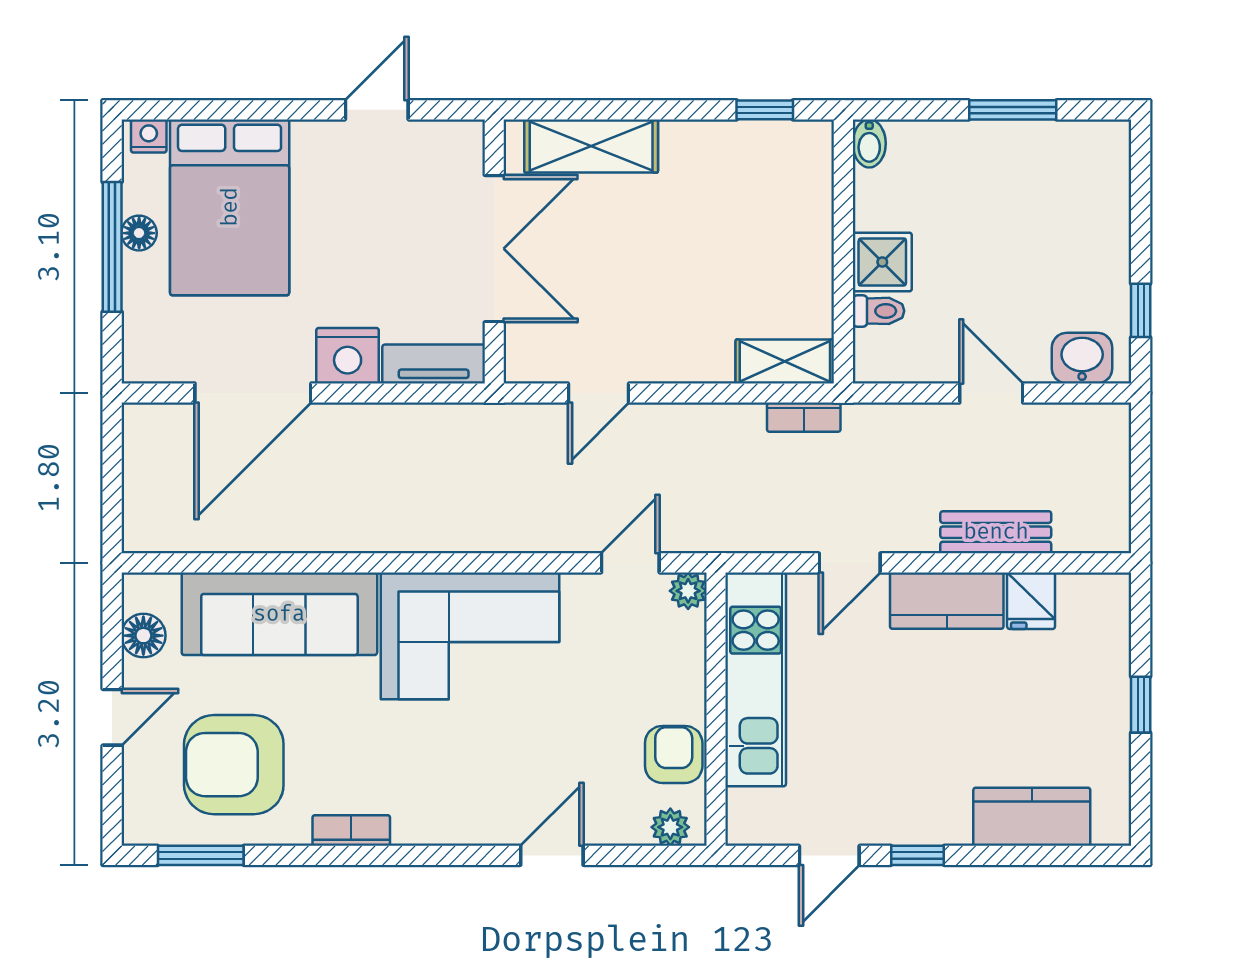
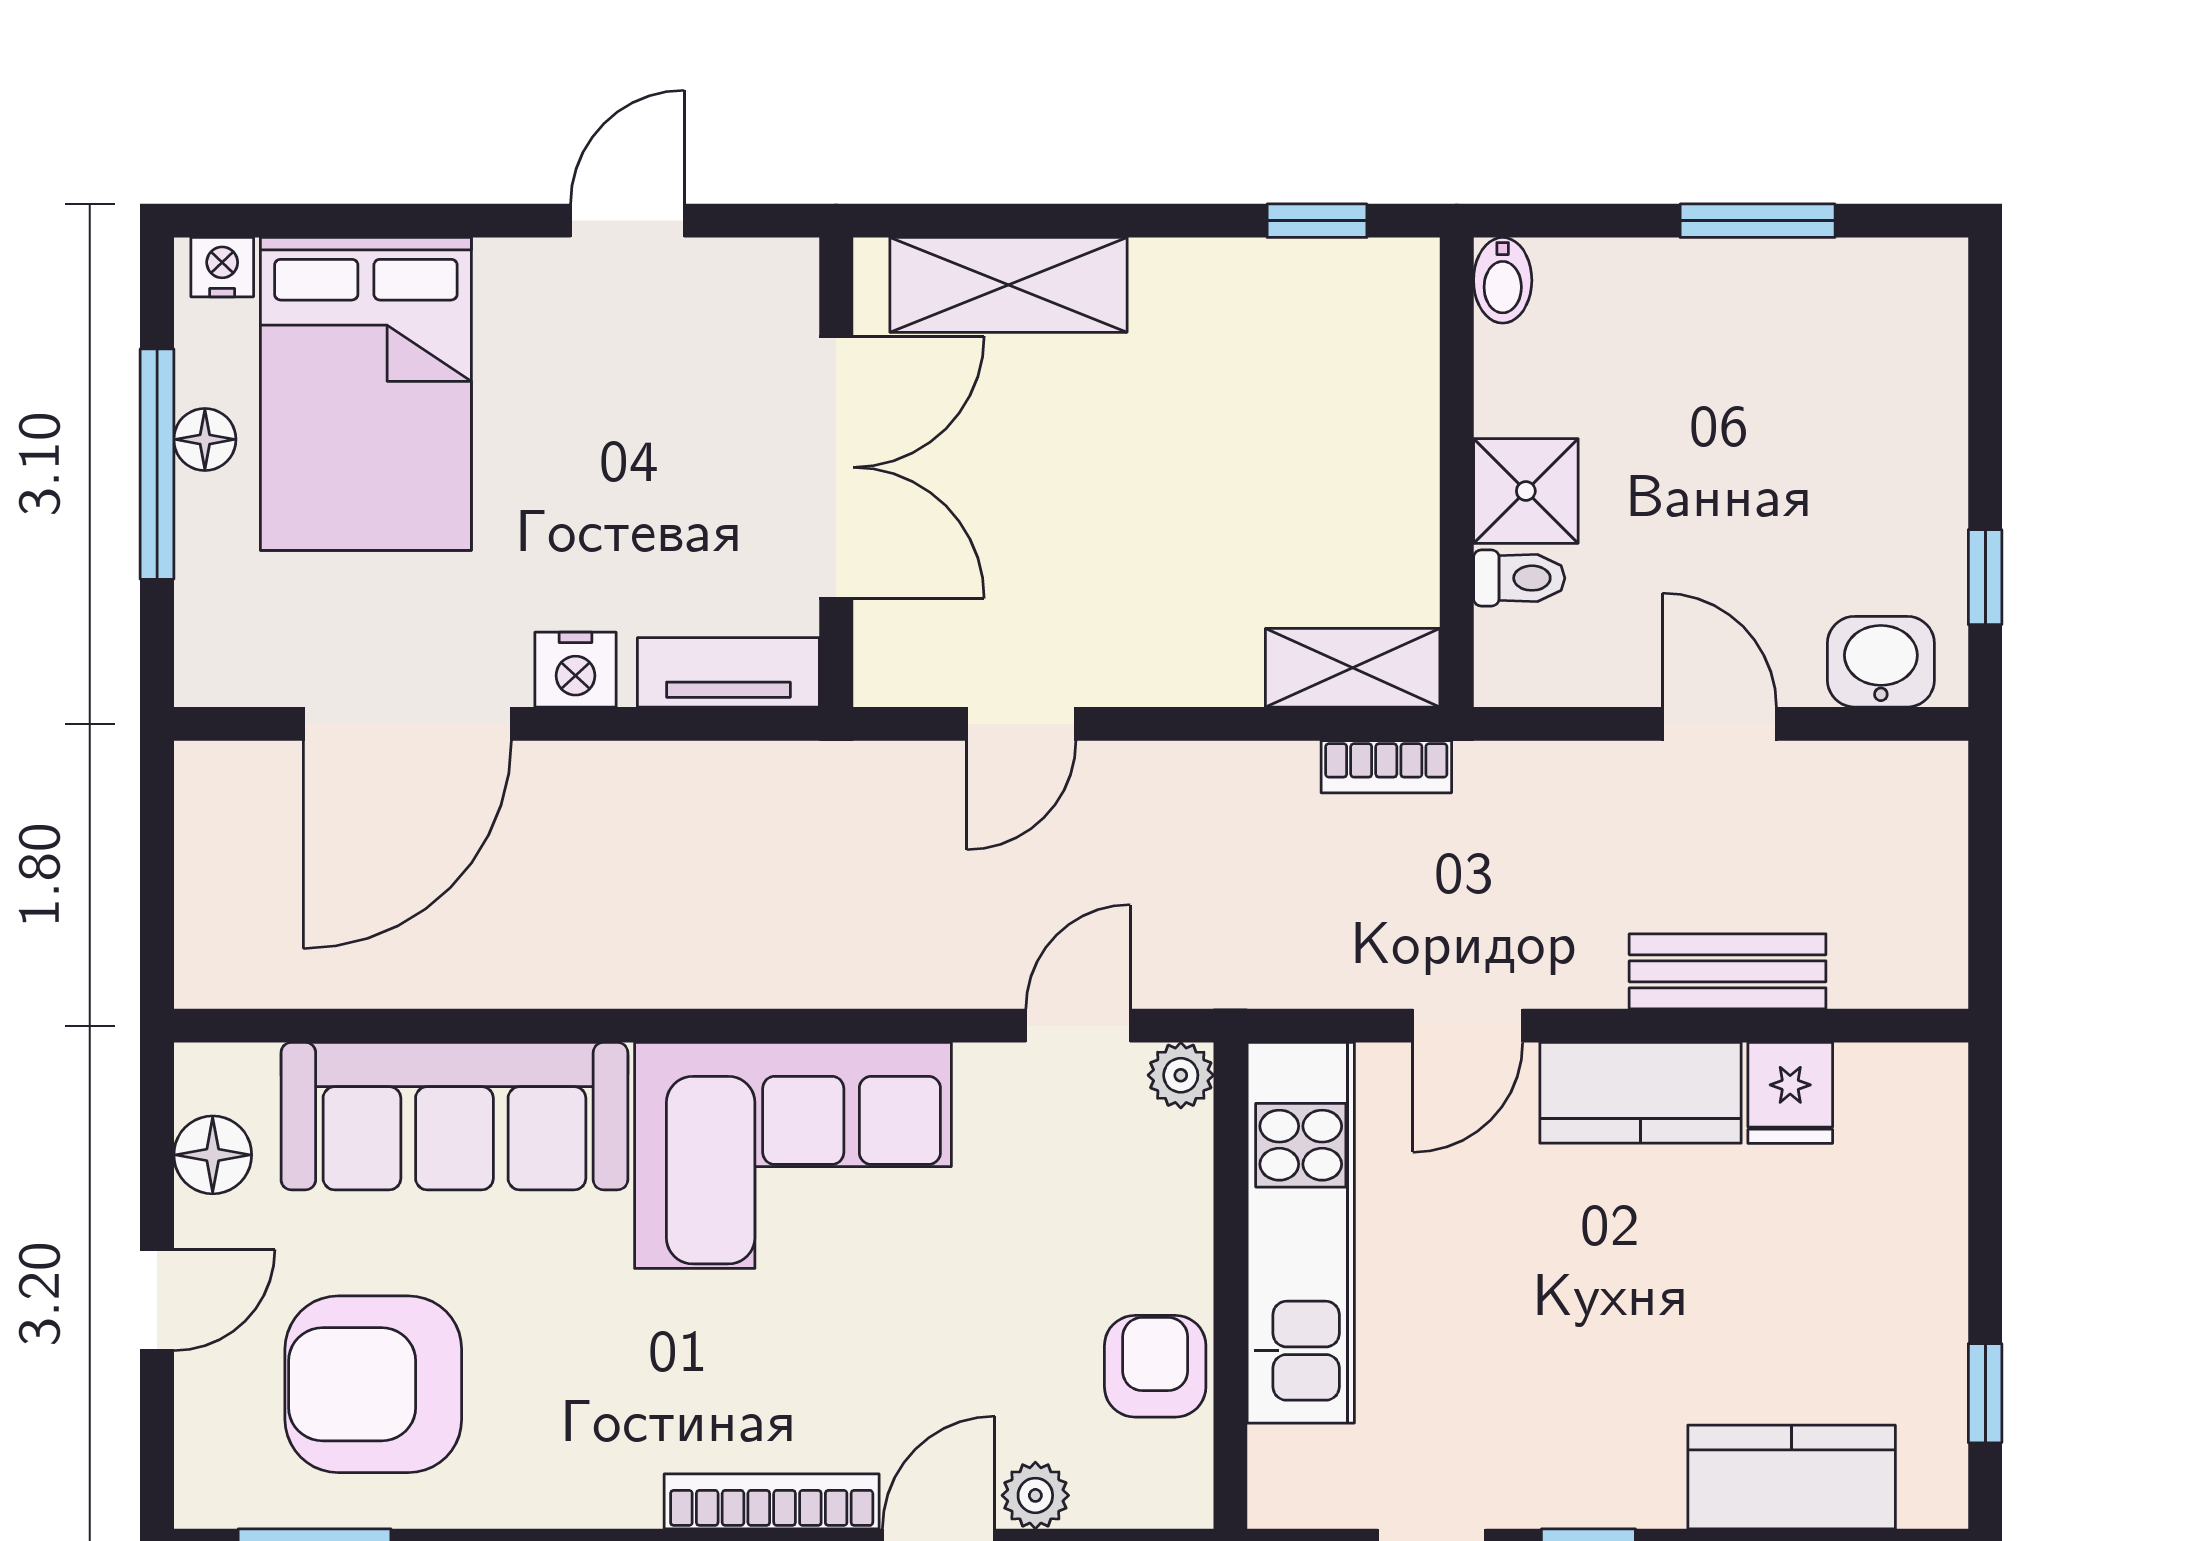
nightstand: (348, 356) -> (575, 670), width x0.74, depth x0.75
window: (1141, 705) -> (1985, 1393), moved
plant: (670, 827) -> (1035, 1495), moved
bookcase: (351, 830) -> (772, 1501), moved, width x1.56

